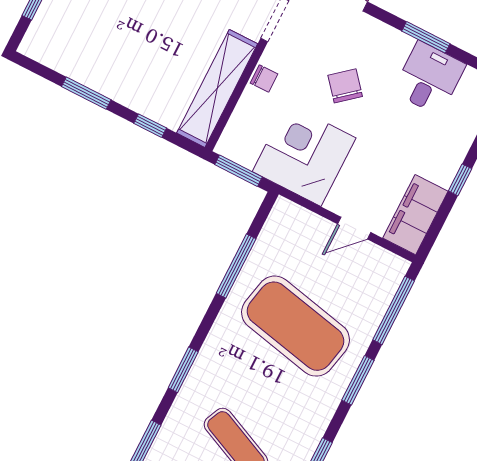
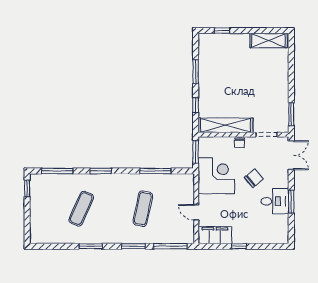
desk: (429, 78) -> (275, 201), moved
exercise mat: (296, 326) -> (143, 209), width x0.50, depth x0.69

